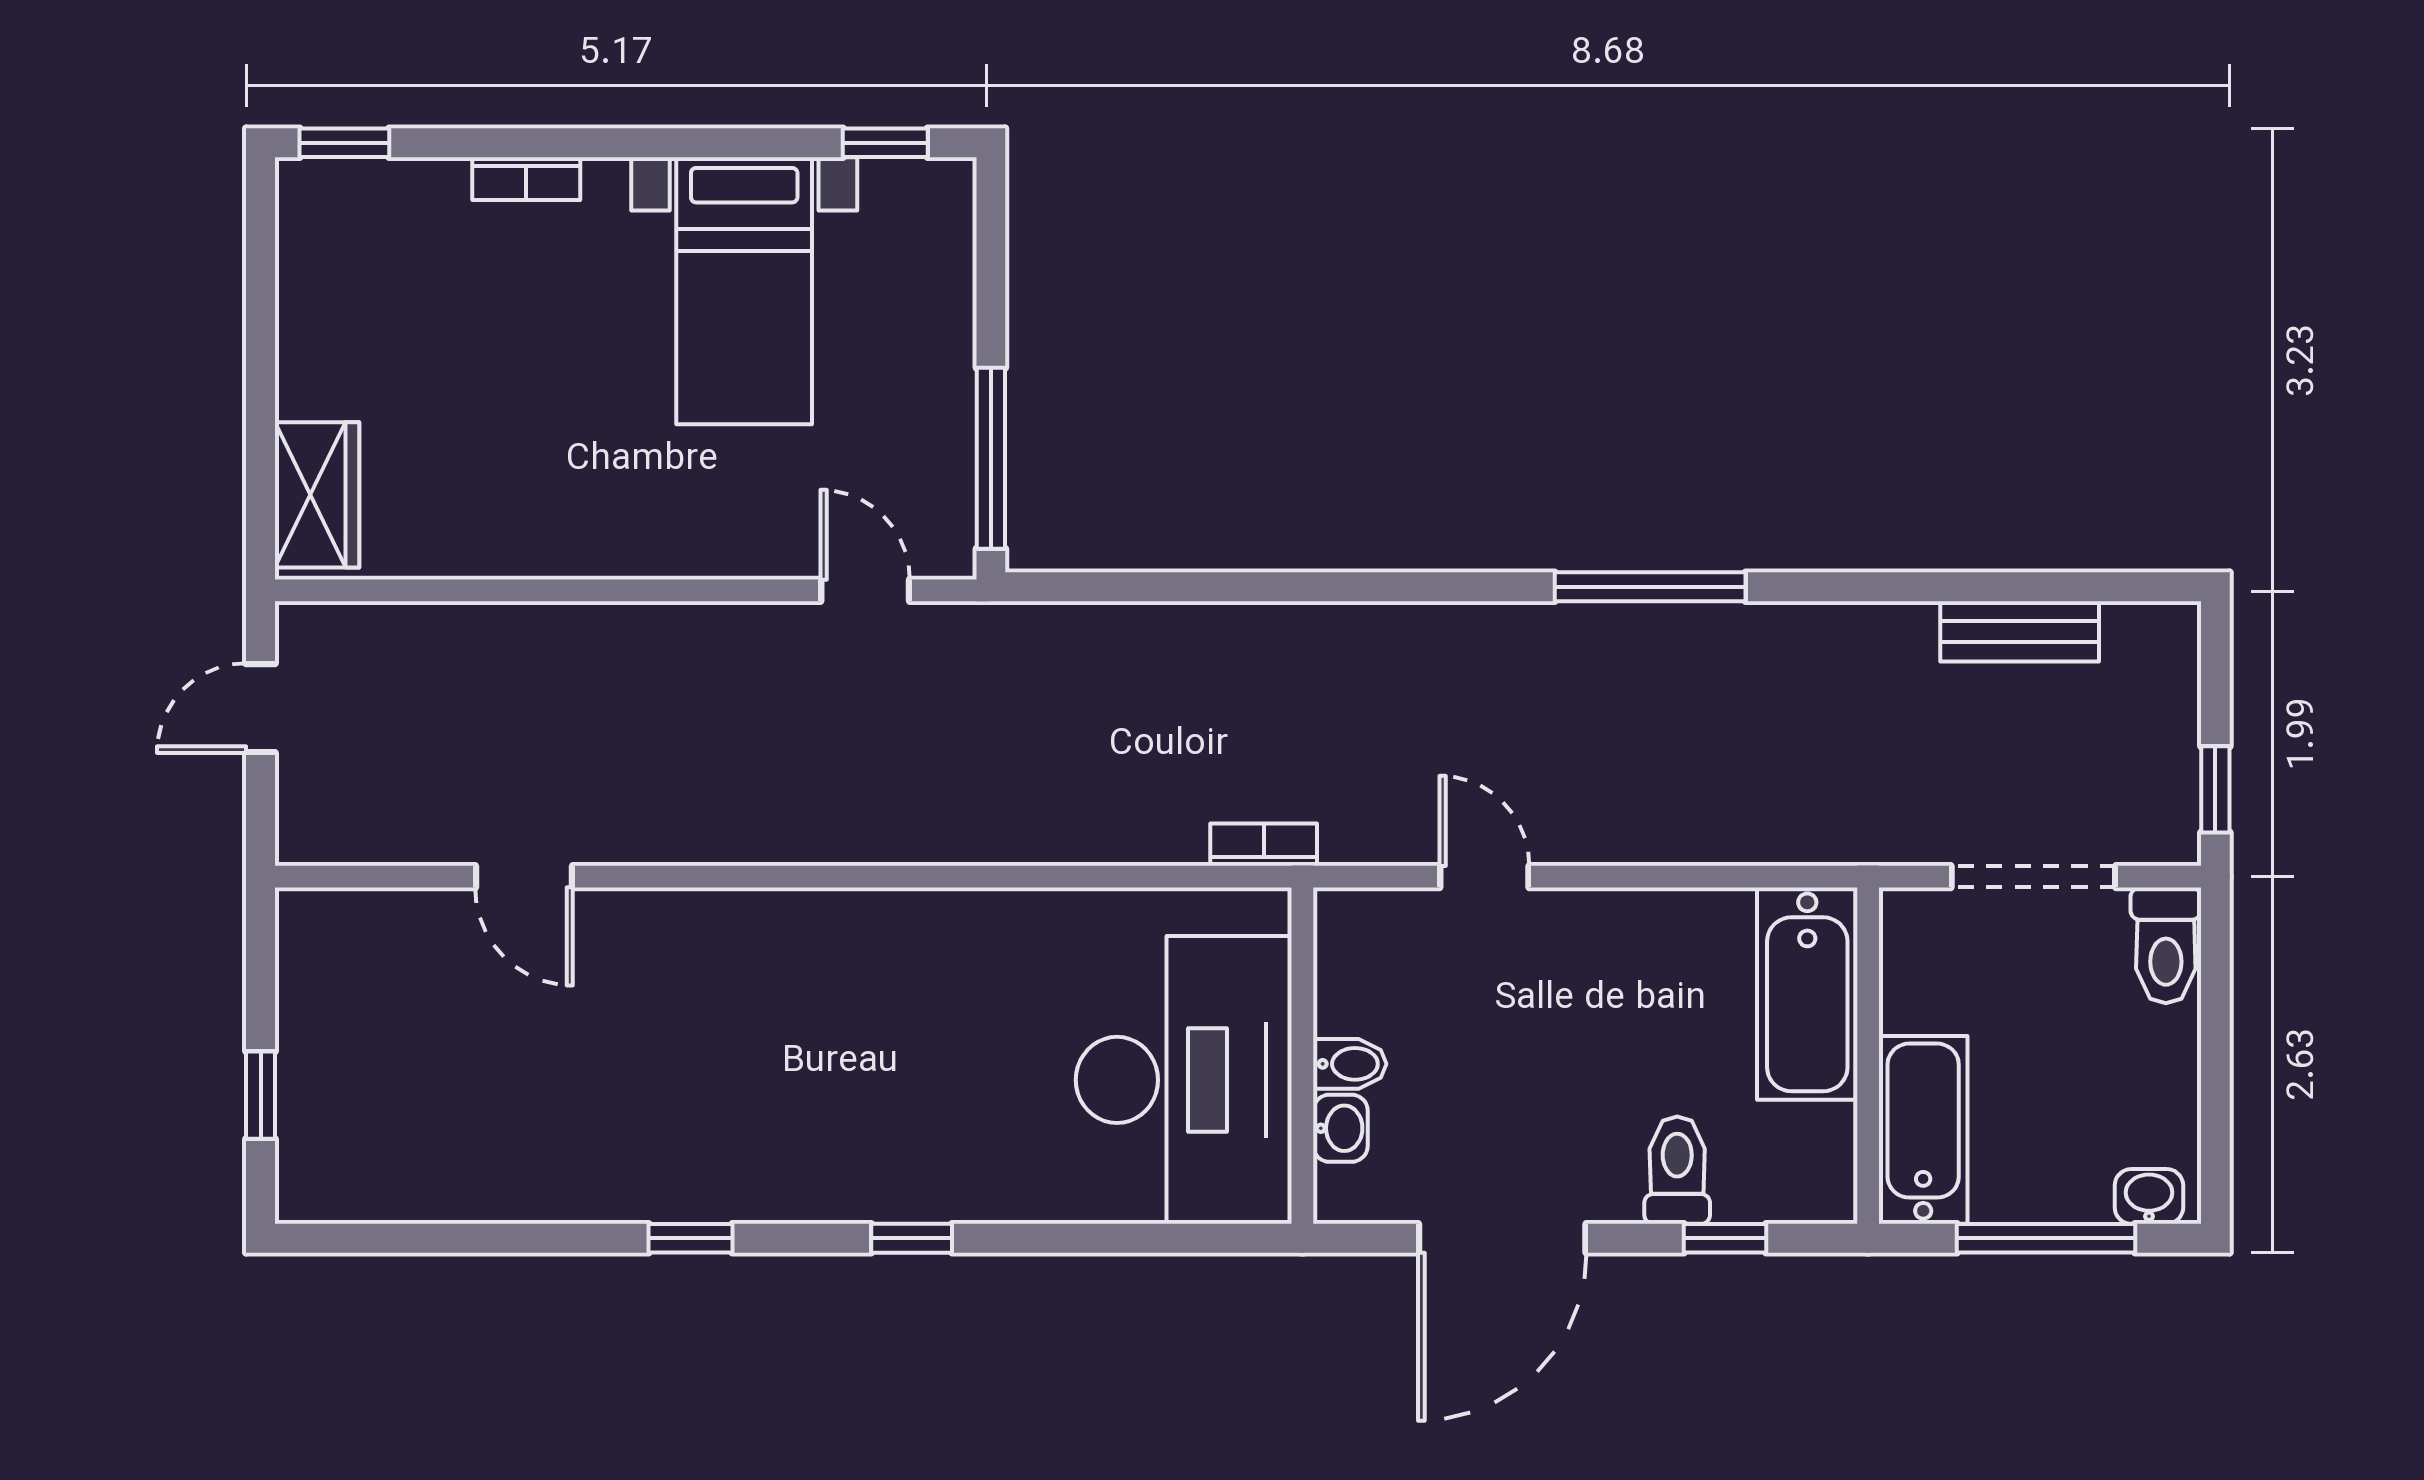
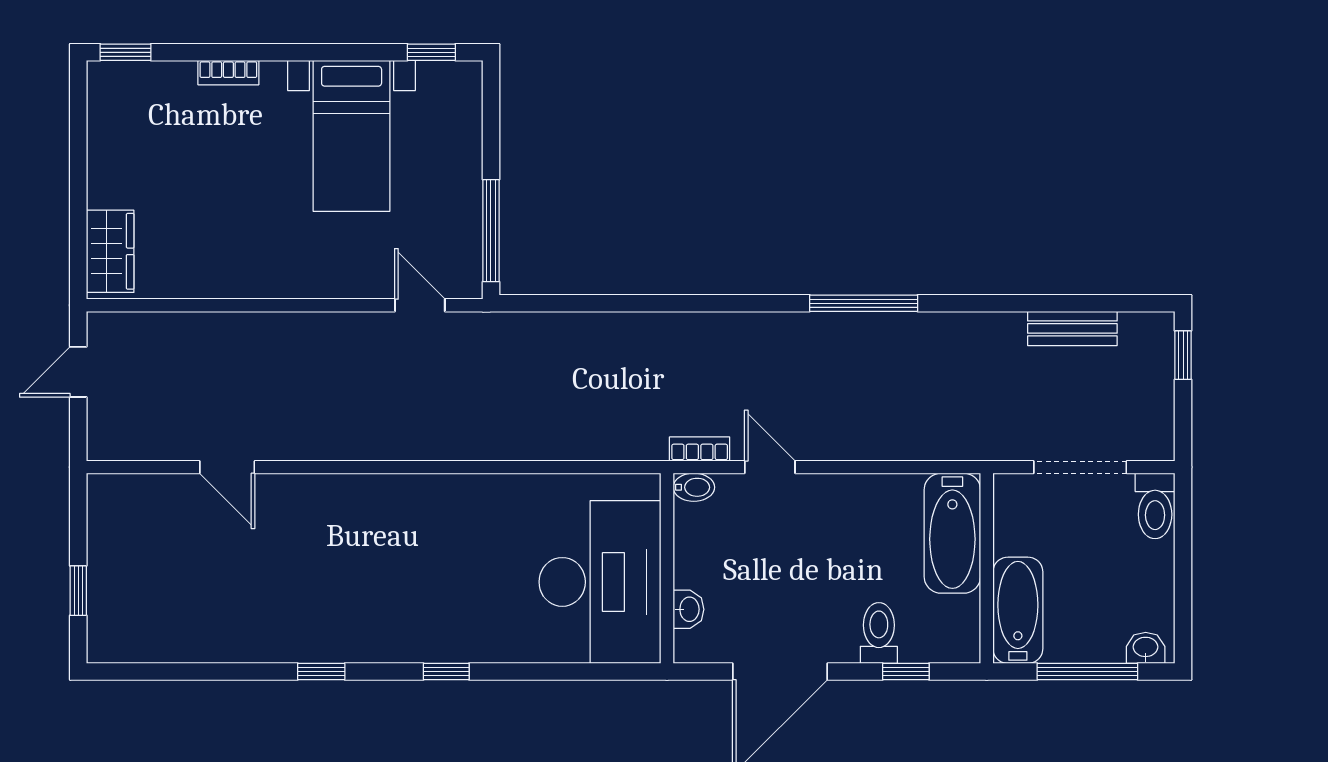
window: (2215, 789) -> (1183, 355), moved
bookcase: (1264, 845) -> (700, 449), moved
bidet: (1350, 1064) -> (694, 487), moved

